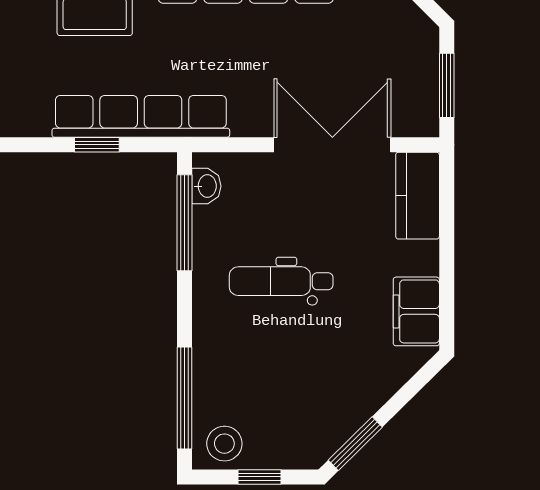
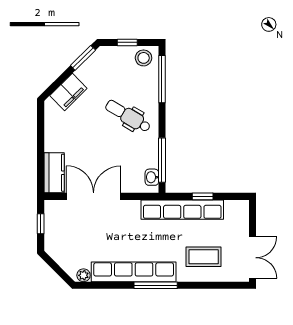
window: (447, 85) -> (41, 224), width x0.67
double door: (332, 145) -> (94, 196), swing flipped
dental chair: (281, 281) -> (128, 116), moved, turned -149
filing cabinet: (416, 311) -> (68, 92), moved, turned 45

